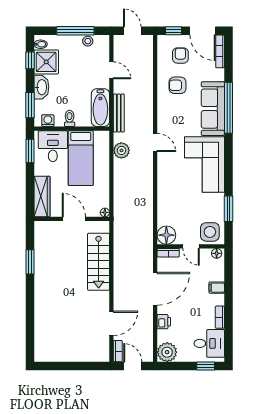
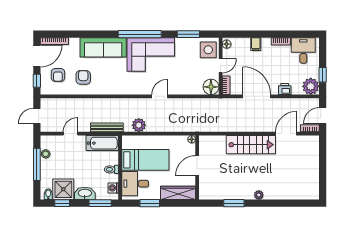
armchair: (180, 56) -> (58, 75), turned -90
armchair: (178, 85) -> (83, 77), turned 180
window: (228, 108) -> (140, 34), moved
door: (155, 143) -> (160, 96), moved
window: (30, 151) -> (150, 203), moved
stairs: (99, 262) -> (251, 145), moved
plant: (40, 291) -> (259, 195), added
door: (111, 323) -> (286, 134), hinge flipped
window: (206, 366) -> (323, 75), moved

